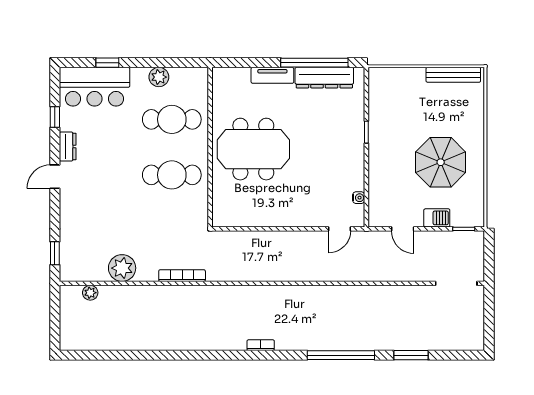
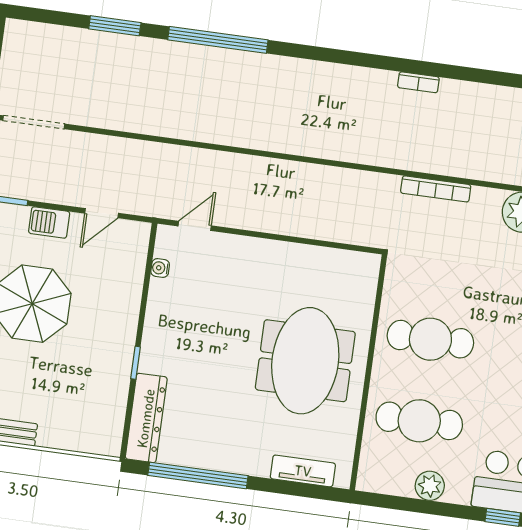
tv unit: (272, 75) -> (303, 471), moved
dresser: (324, 78) -> (146, 418), moved, turned 90
meeting table: (253, 149) -> (305, 361), turned 90
door: (403, 229) -> (102, 213), swing flipped
bookcase: (261, 345) -> (418, 82), moved

